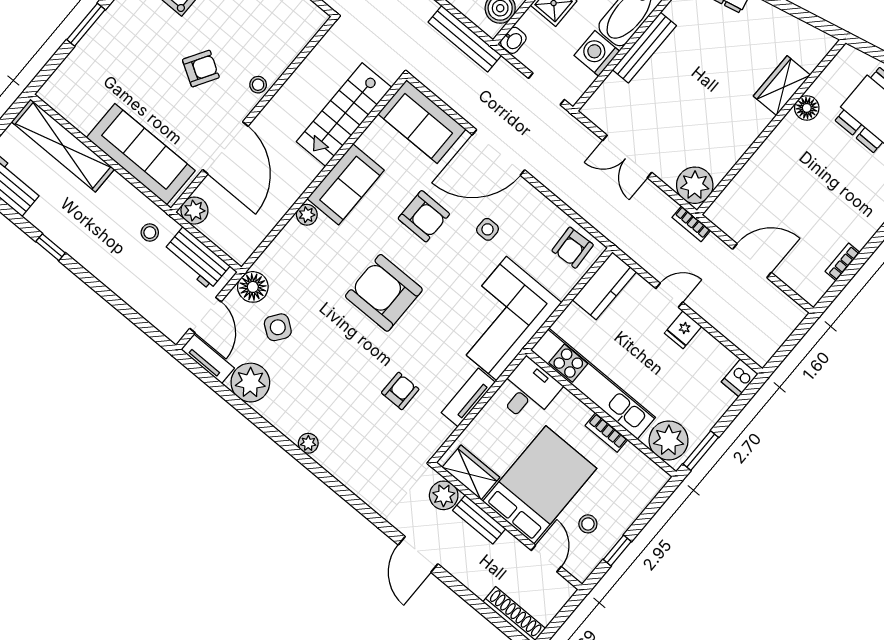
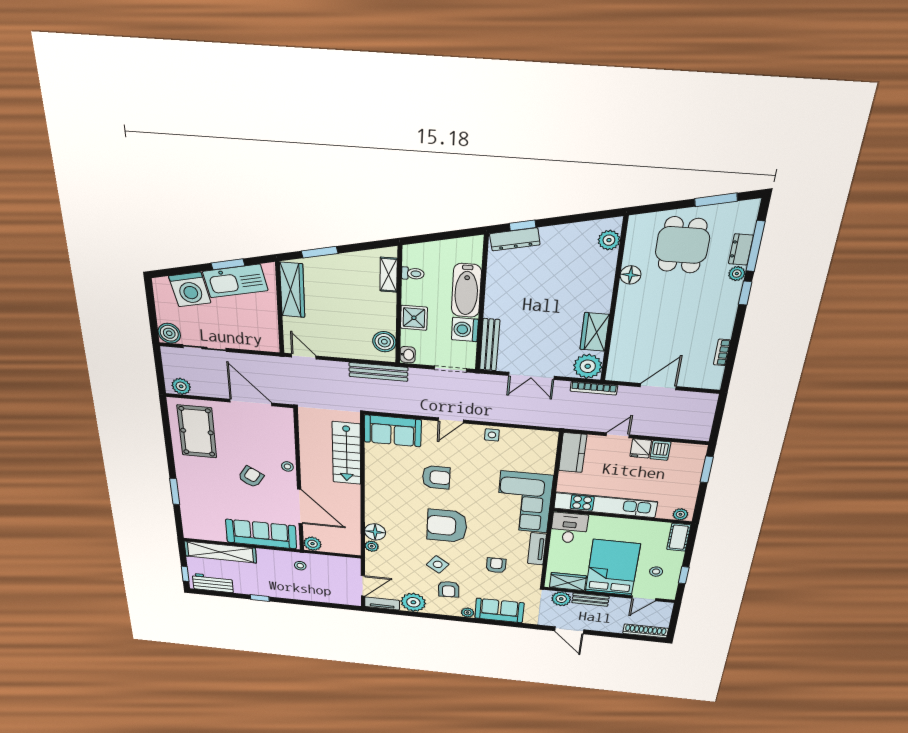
bench: (644, 48) -> (490, 345), moved
plant: (810, 55) -> (609, 240), added
wardrobe: (782, 86) -> (595, 332), moved
door: (498, 152) -> (451, 420), width x0.53
sofa: (346, 184) -> (499, 611), moved, turned -90
plant: (307, 215) -> (372, 546), moved
bookcase: (691, 224) -> (594, 388), width x1.56
side table: (488, 229) -> (492, 435), moved
armchair: (573, 248) -> (449, 589), moved
workbench: (197, 258) -> (334, 564), removed
floor lamp: (253, 287) -> (375, 532), moved
door: (205, 315) -> (363, 586), hinge flipped
side table: (278, 327) -> (438, 564), moved
dishwasher: (740, 378) -> (660, 450), moved
bookcase: (606, 433) -> (633, 524), removed
plant: (669, 440) -> (680, 514), width x0.53, depth x0.53
window: (701, 451) -> (707, 469), moved
cot: (647, 487) -> (679, 537), added
door: (546, 559) -> (644, 598), swing flipped

